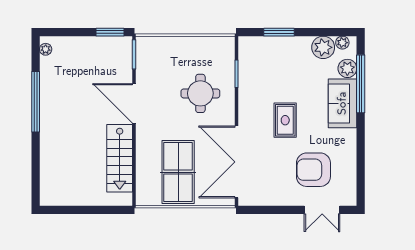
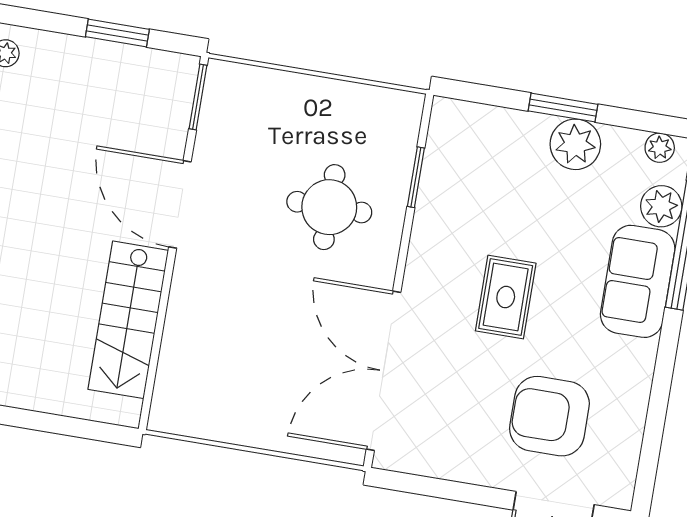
window: (110, 32) -> (117, 33), moved
window: (279, 32) -> (563, 108), moved
plant: (323, 47) -> (575, 144), moved
table tennis table: (178, 172) -> (251, 372), removed

